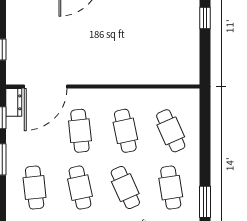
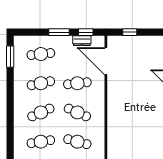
dresser: (14, 102) -> (82, 41), moved
cafe table: (125, 131) -> (77, 112), turned 36
cafe table: (171, 131) -> (77, 142), turned 39

